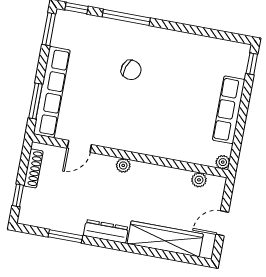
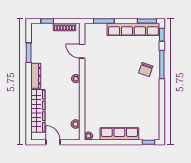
chair: (131, 70) -> (146, 70), moved
row of seats: (52, 92) -> (133, 29), moved

